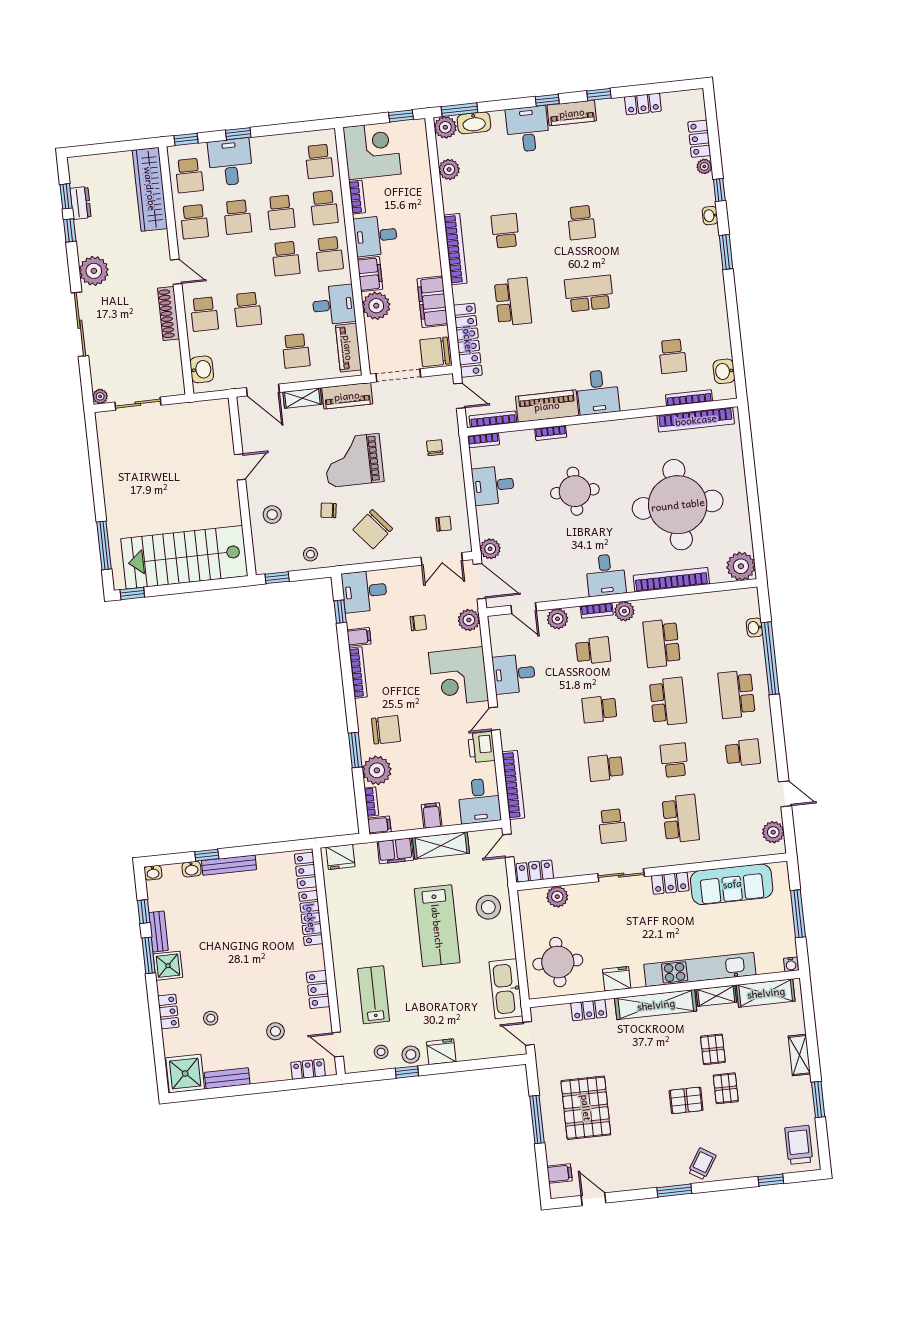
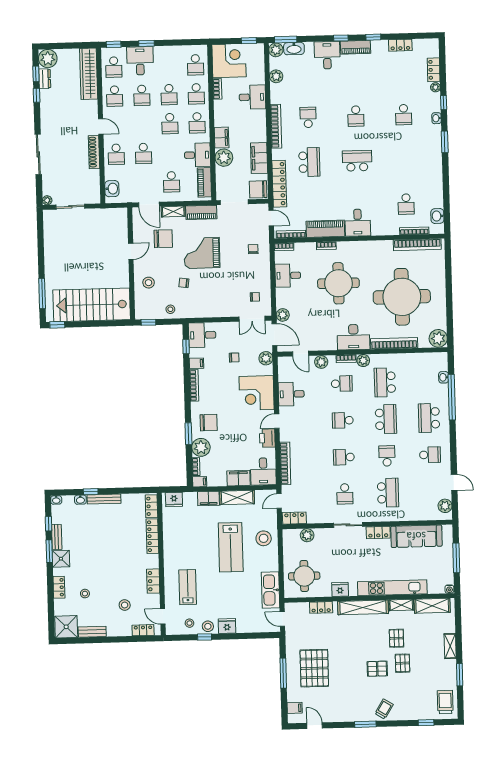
school desk: (657, 214) -> (404, 115), added
desk: (375, 236) -> (252, 97), moved, turned 180
plant: (94, 271) -> (48, 59), moved
round table: (575, 491) -> (338, 283), width x1.36, depth x1.36
chair: (373, 529) -> (163, 239), moved, turned -140
desk: (606, 575) -> (353, 337), width x1.37
filing cabinet: (432, 816) -> (239, 478), width x2.00

